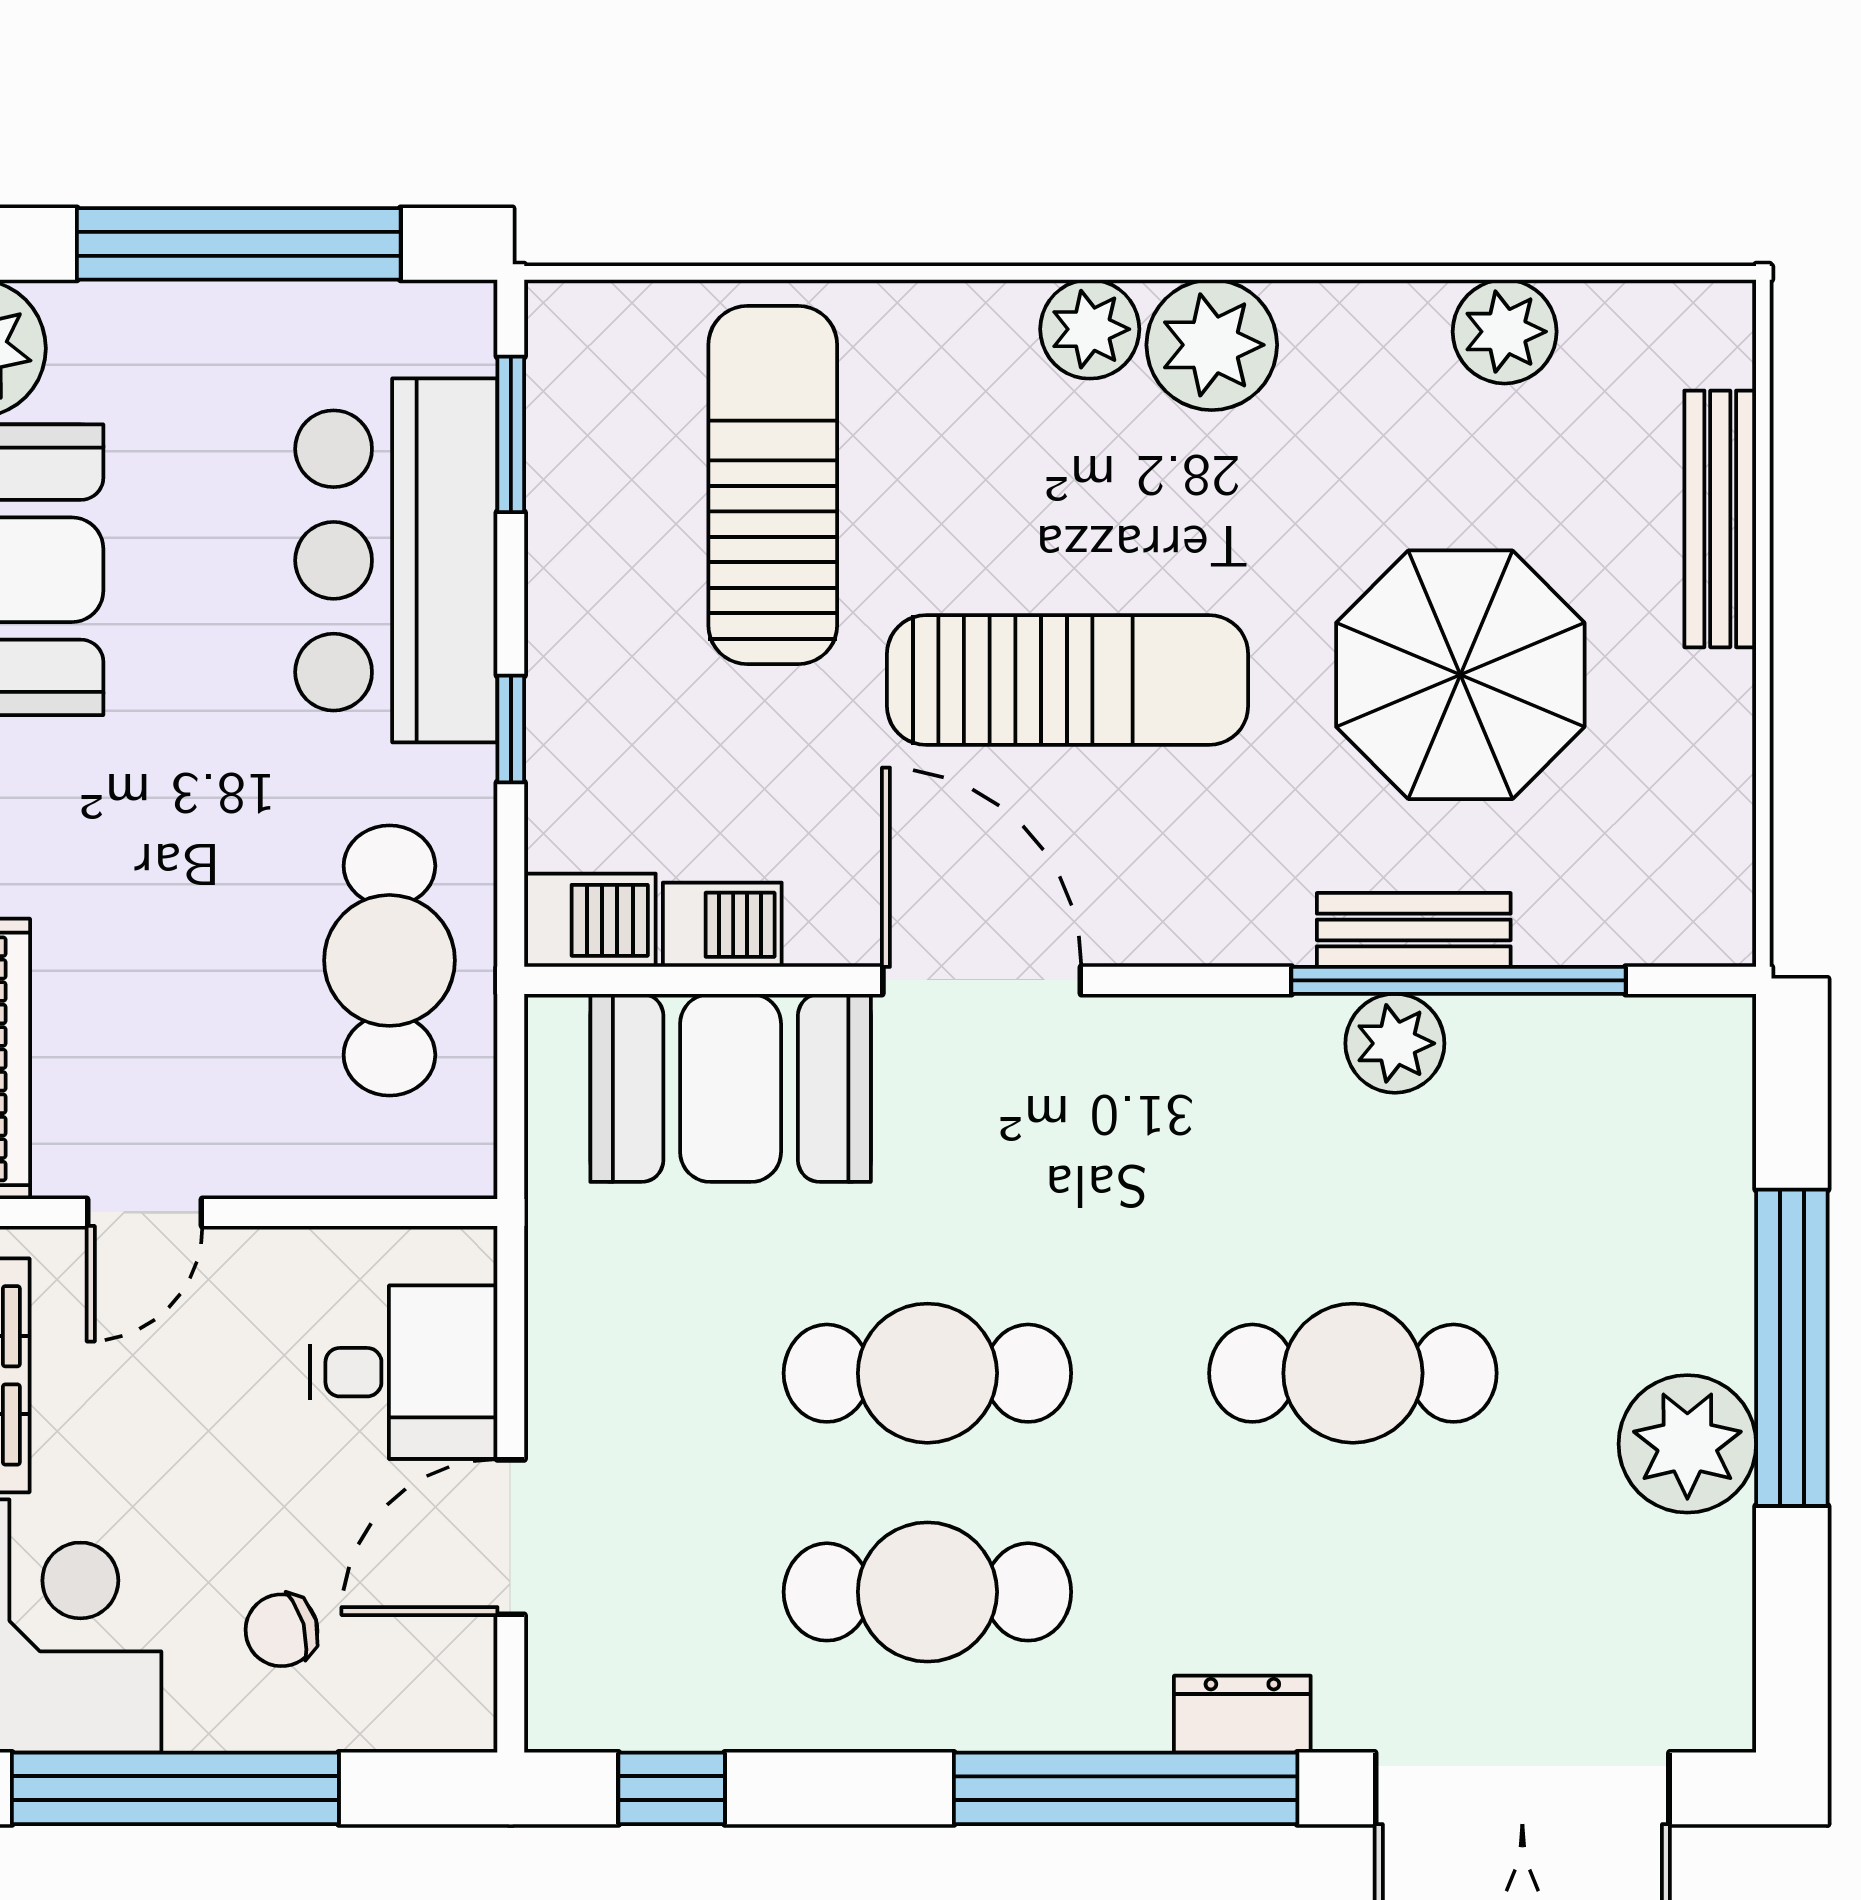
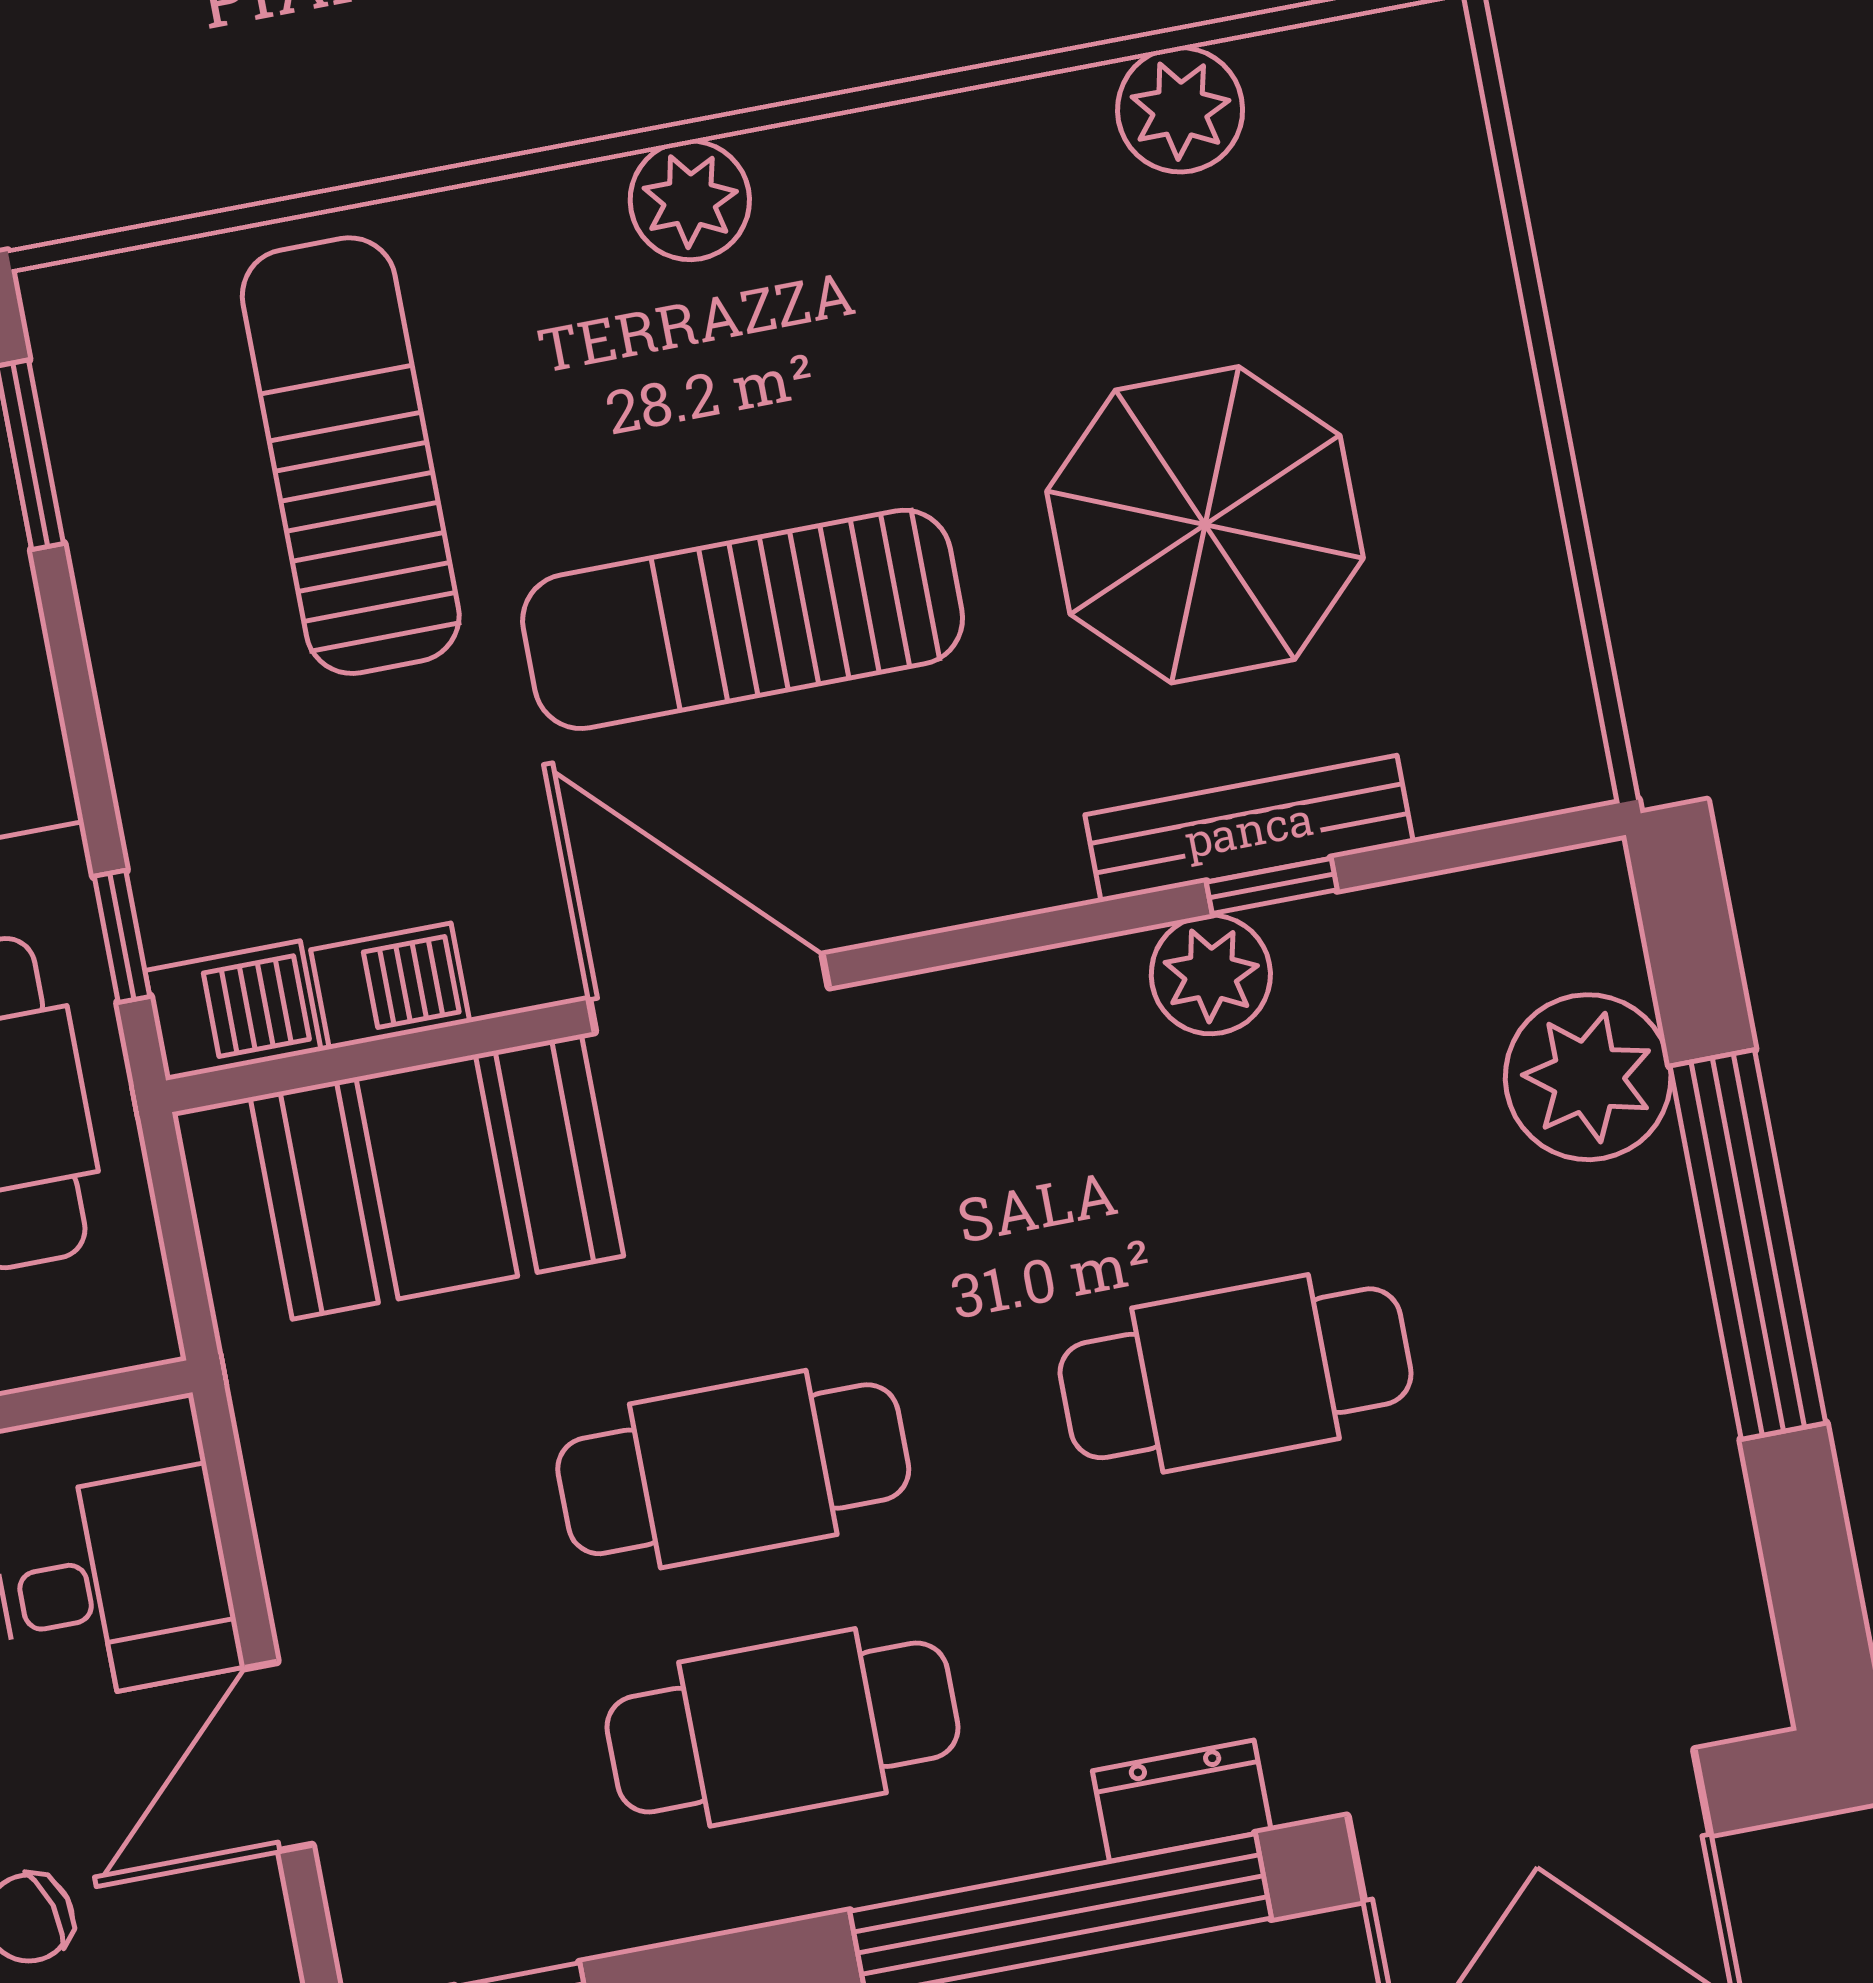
plant: (1212, 345) -> (837, 191), removed
bench: (1720, 519) -> (1477, 282), removed
sun lounger: (1068, 680) -> (743, 619), turned 180
window: (511, 729) -> (122, 936), moved
bench: (1414, 930) -> (1249, 829), width x1.36
window: (1458, 980) -> (1272, 886), width x0.32
plant: (1687, 1444) -> (1588, 1077), moved

